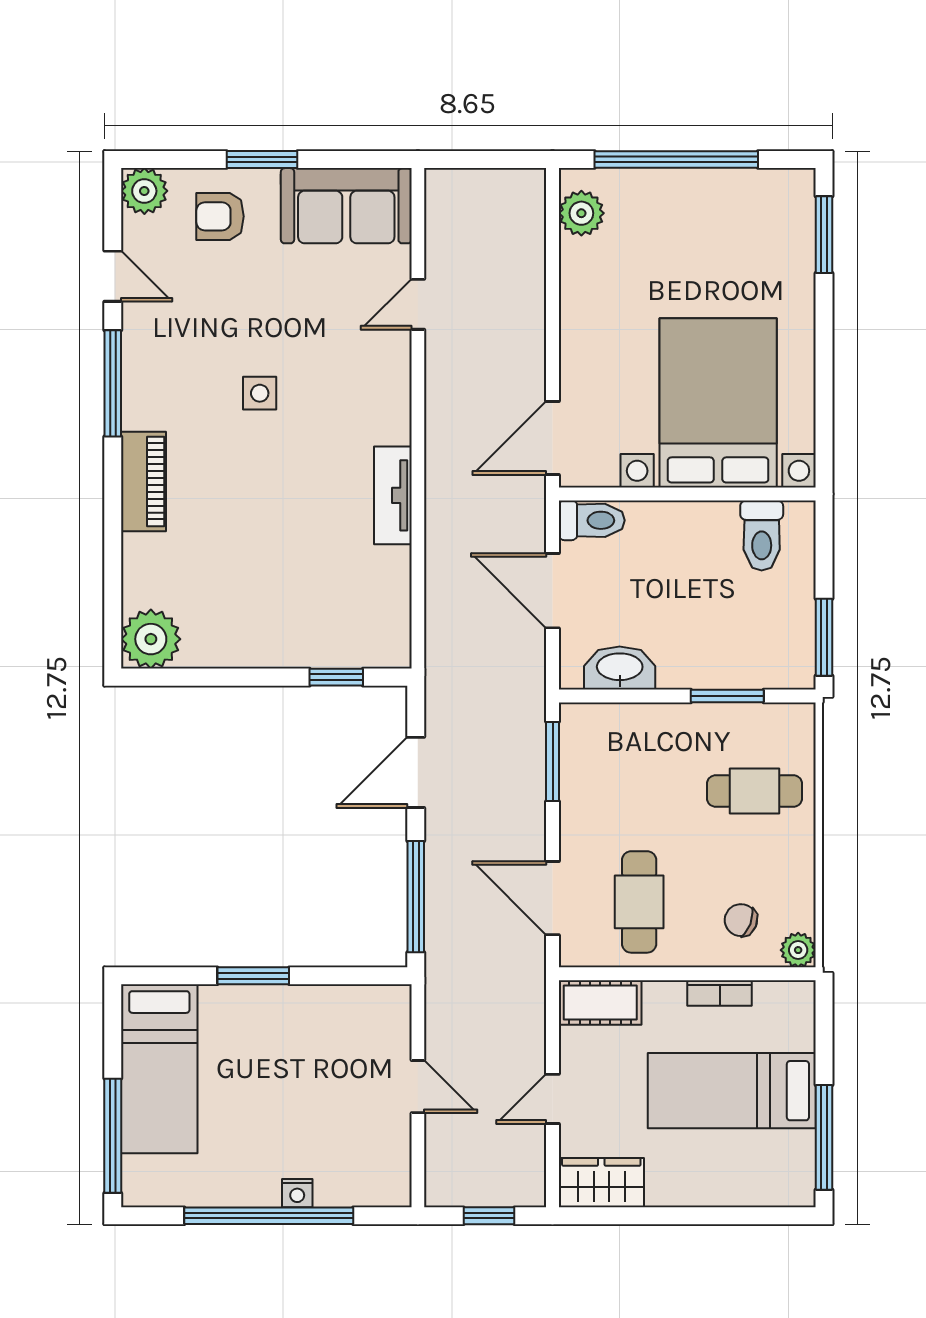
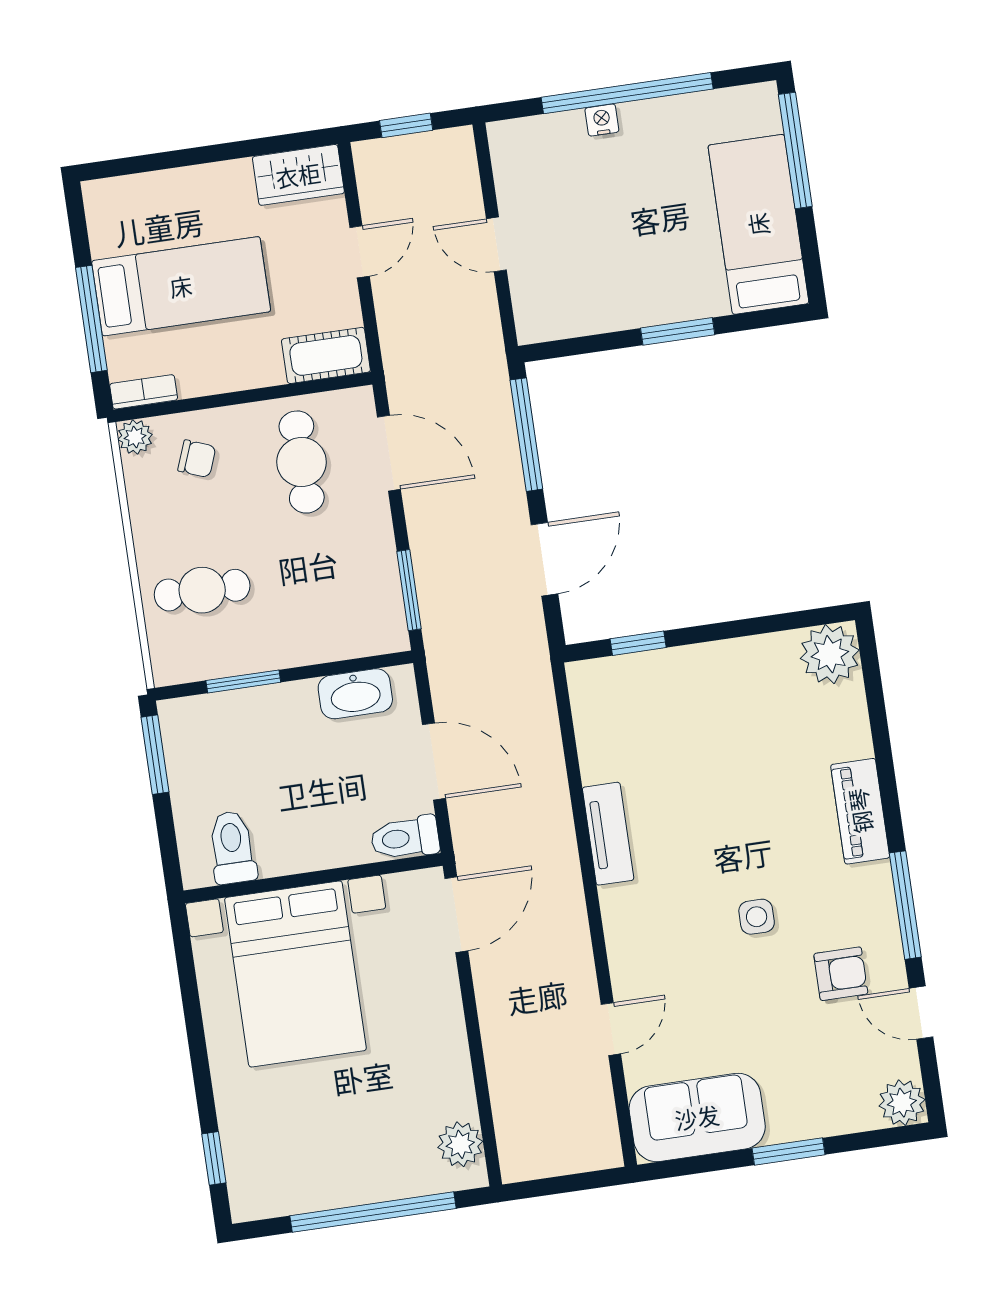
armchair: (220, 216) -> (841, 974), moved
window: (824, 235) -> (214, 1158), width x0.67
bookcase: (720, 993) -> (144, 392), moved
window: (824, 1137) -> (91, 319), moved

